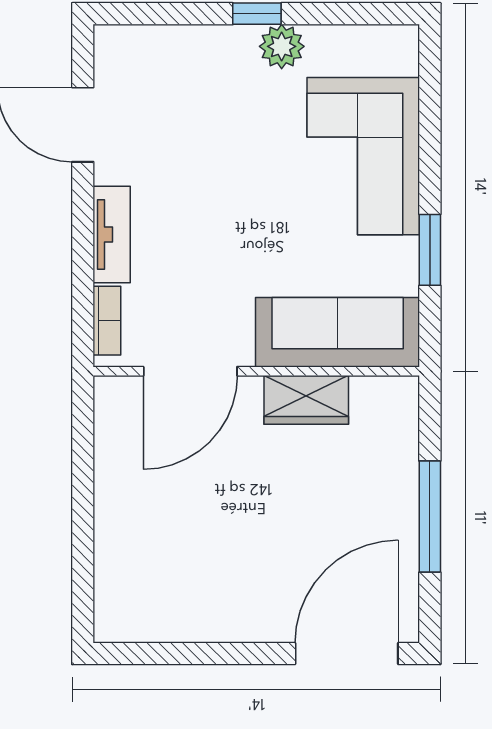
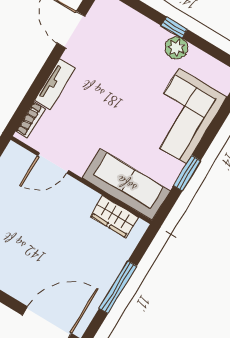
door: (190, 371) -> (53, 163), width x0.73
wardrobe: (306, 400) -> (114, 217), moved

